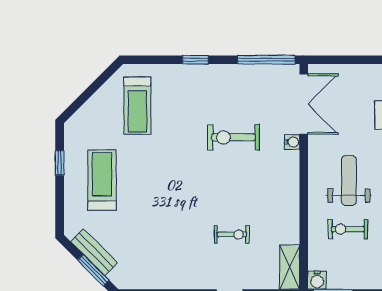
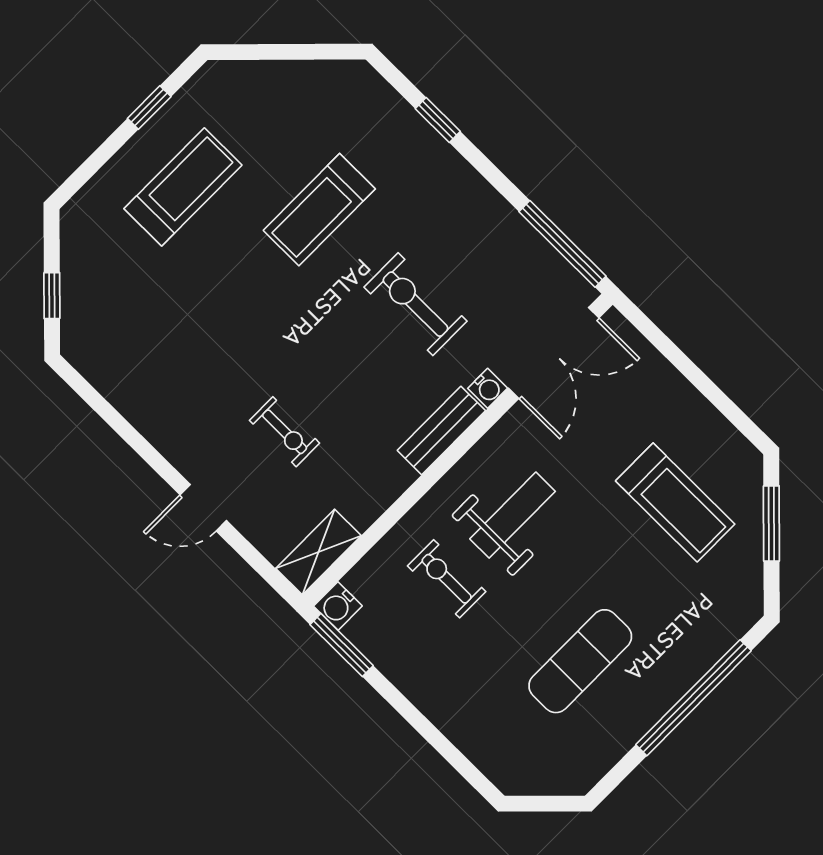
window: (195, 60) -> (438, 120), moved
treadmill: (137, 106) -> (319, 210), moved
bench: (94, 252) -> (441, 430), moved, turned 45
window: (93, 270) -> (52, 296), width x0.67

